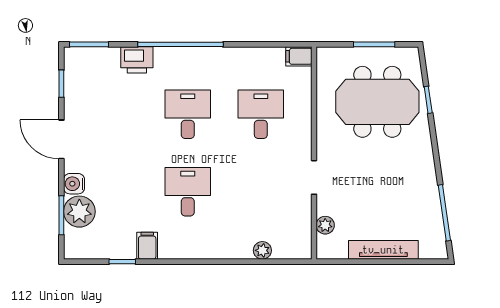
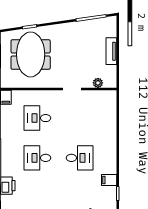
desk: (188, 192) -> (80, 158), turned 180
plant: (262, 250) -> (112, 117), removed
tv unit: (383, 250) -> (111, 51), width x0.71

